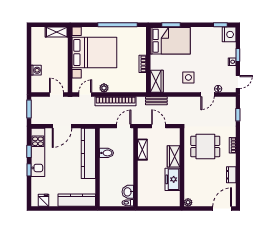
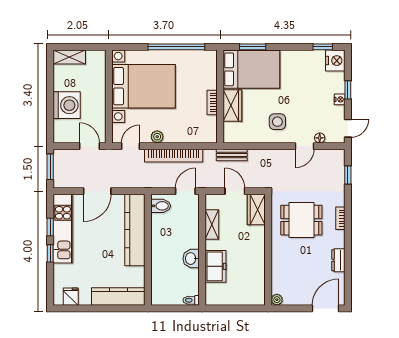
shelving: (57, 32) -> (69, 57), moved
washing machine: (36, 70) -> (67, 105), width x1.89, depth x1.89
wardrobe: (157, 81) -> (232, 106), moved
bidet: (107, 153) -> (161, 206), moved
wardrobe: (174, 156) -> (256, 210), moved
freezer: (173, 179) -> (215, 266), moved, turned 180
washbasin: (128, 192) -> (191, 259), moved

